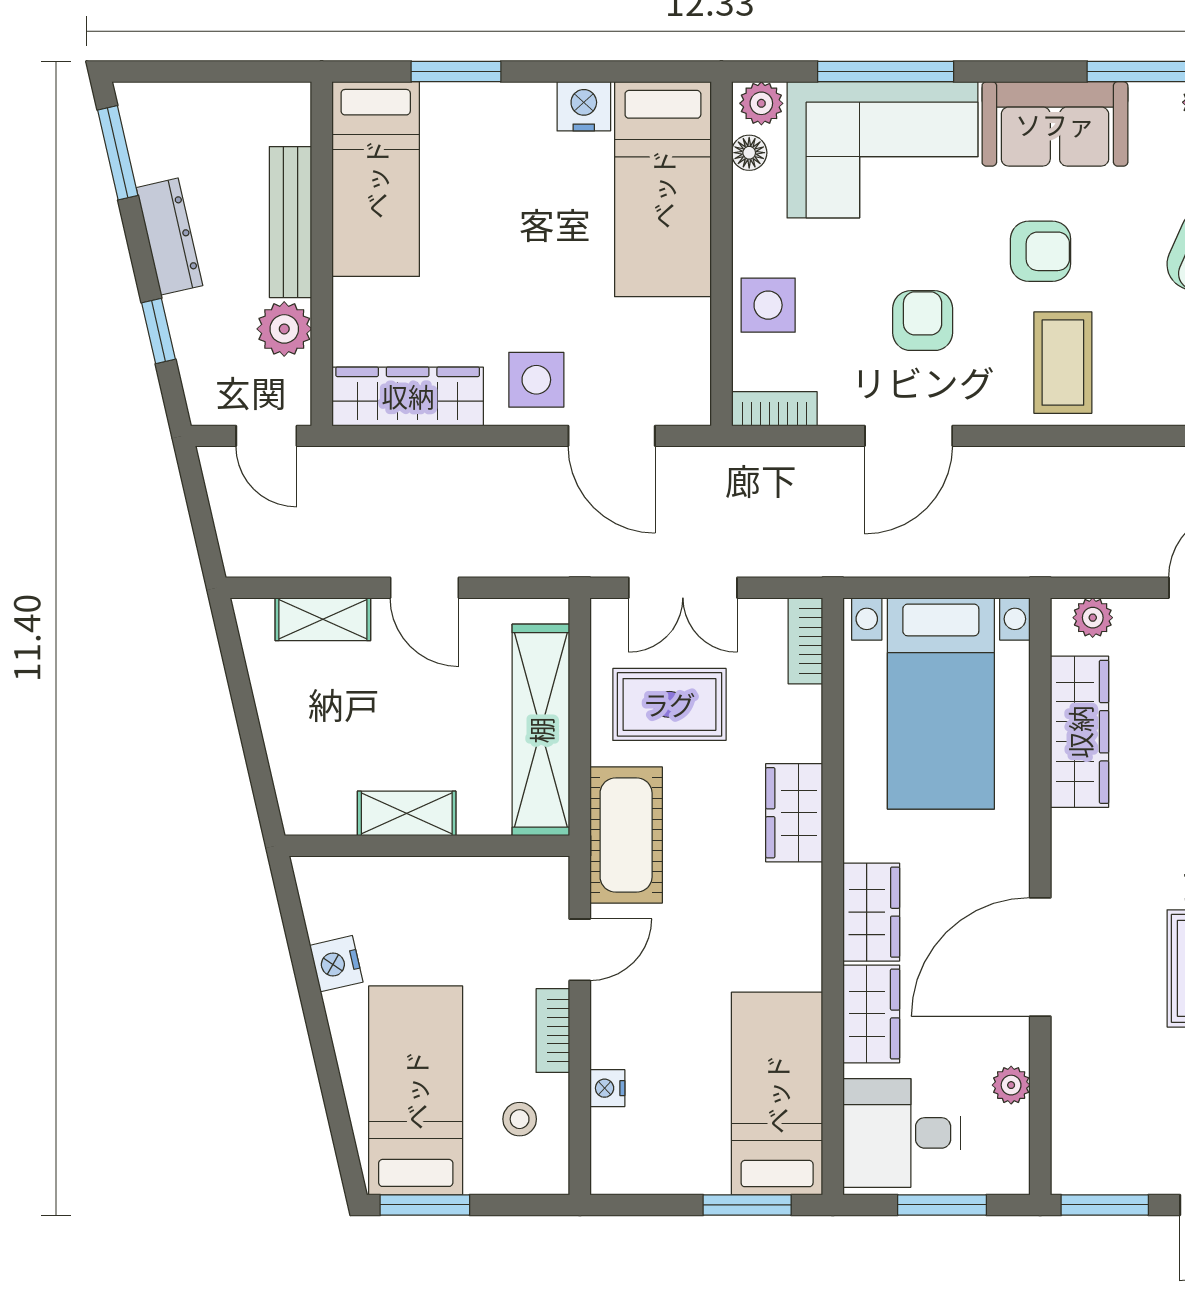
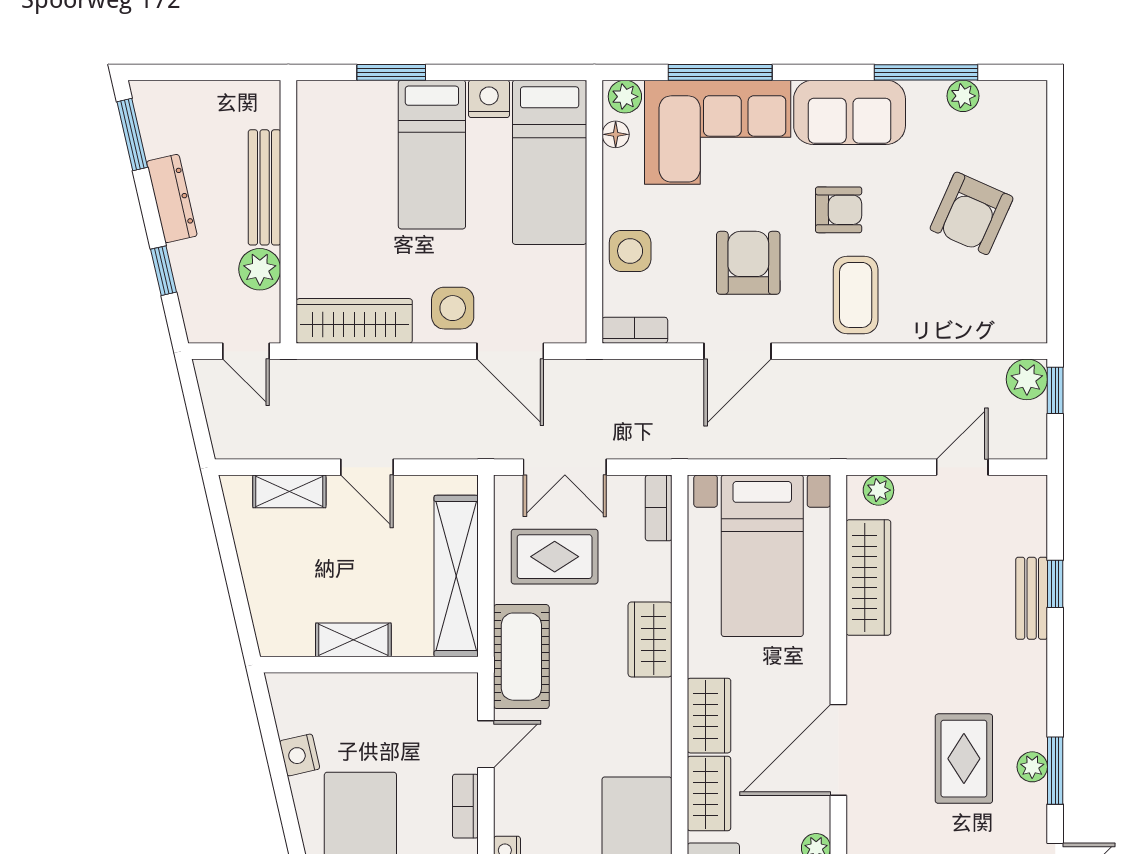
bed: (376, 179) -> (432, 155), moved
armchair: (923, 321) -> (748, 263), width x1.38, depth x1.38

